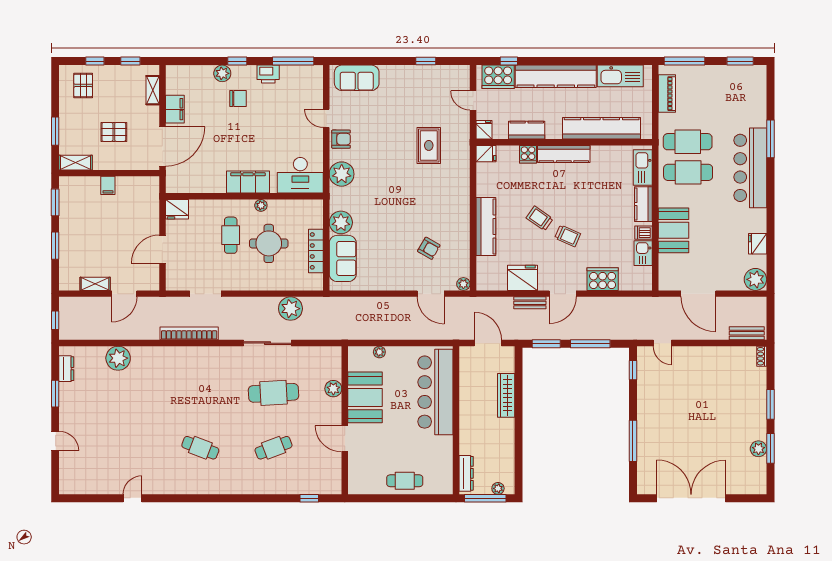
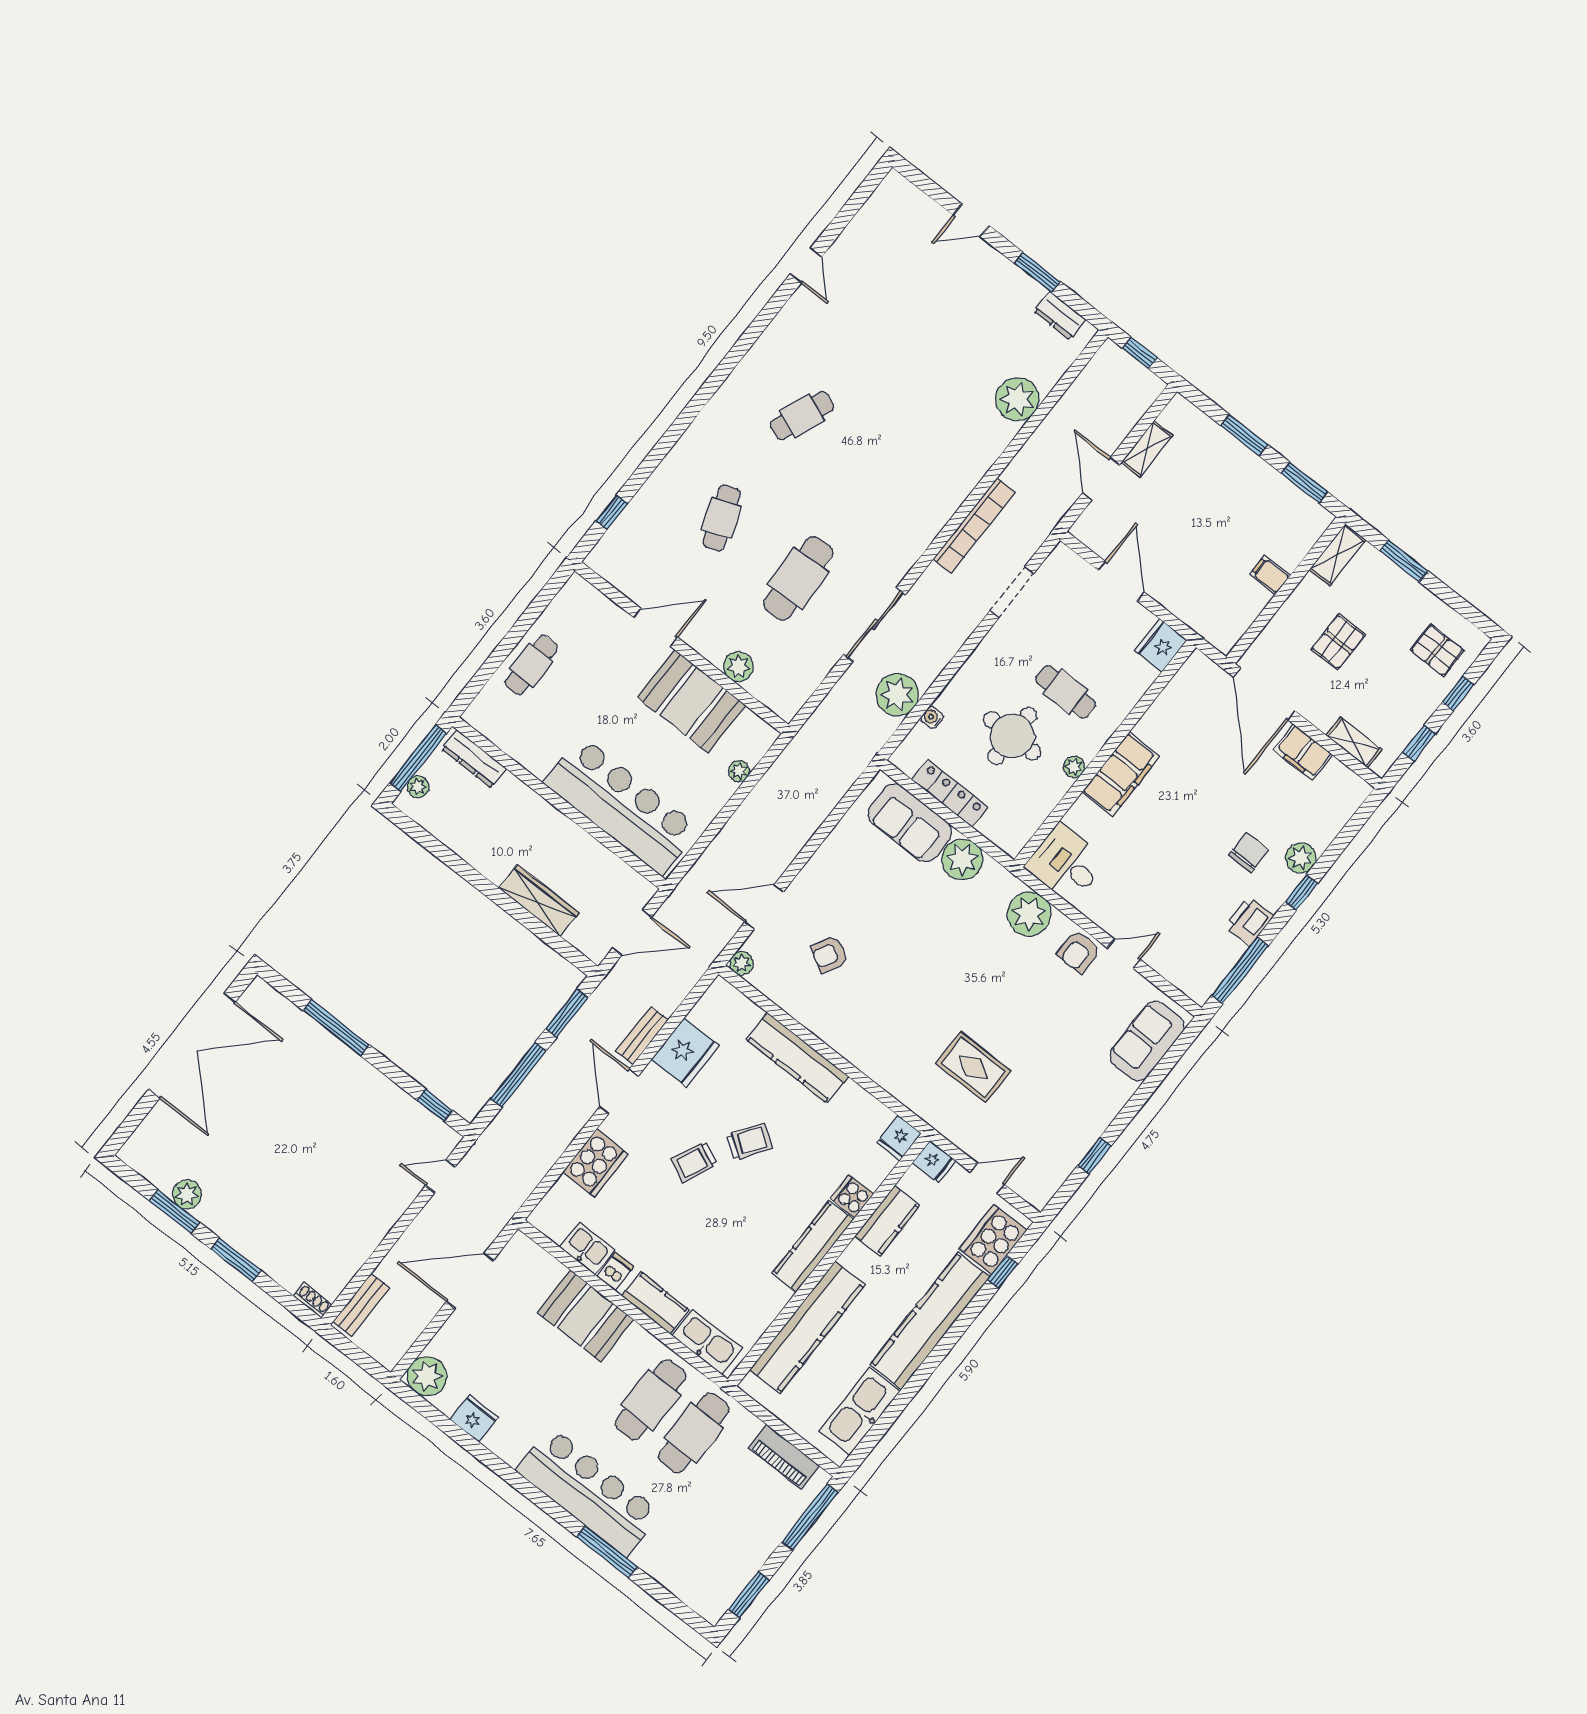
chair: (238, 98) -> (1249, 852), turned 180
desk: (300, 175) -> (1066, 864), width x0.73
water cooler: (289, 285) -> (932, 718), added

